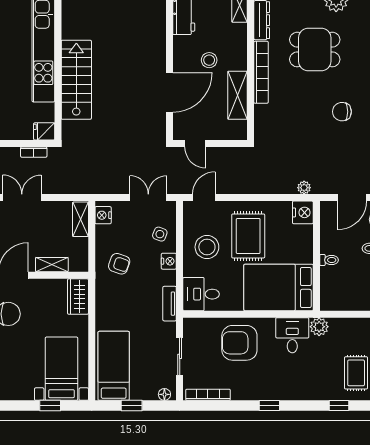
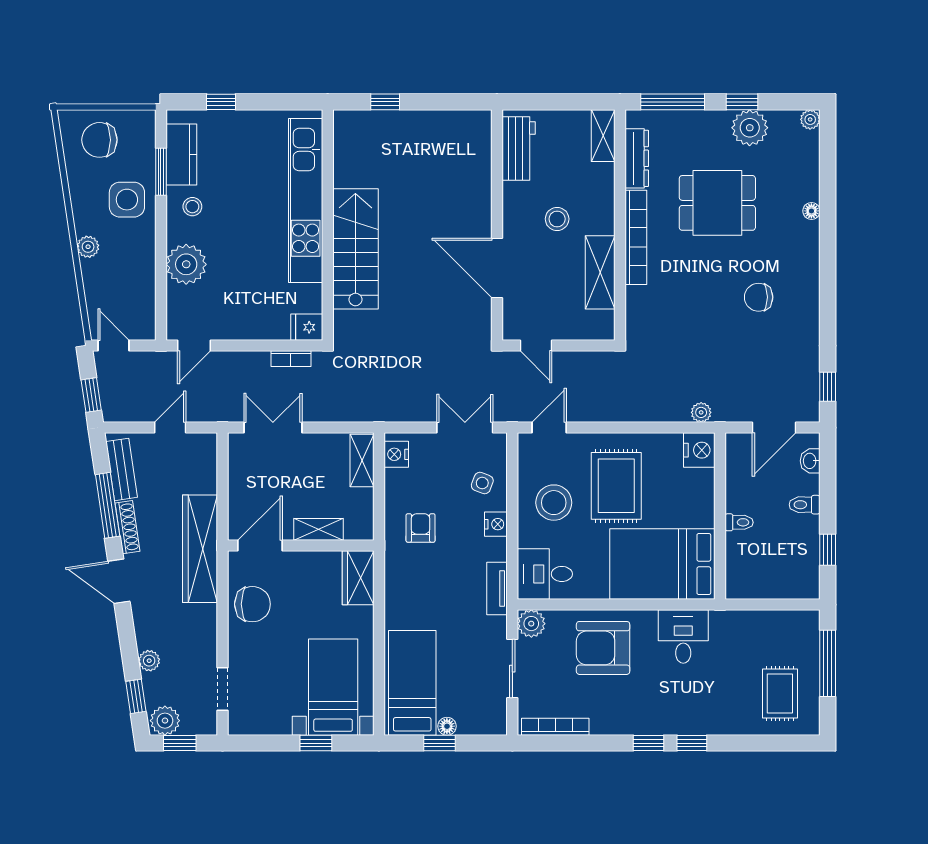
door: (169, 92) -> (497, 268), swing flipped
armchair: (119, 264) -> (421, 528), turned -109
plant: (319, 327) -> (531, 624), moved
floor lamp: (164, 394) -> (447, 726), moved
window: (339, 405) -> (692, 743), moved

